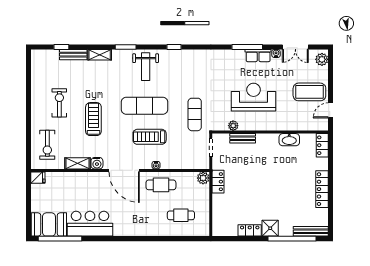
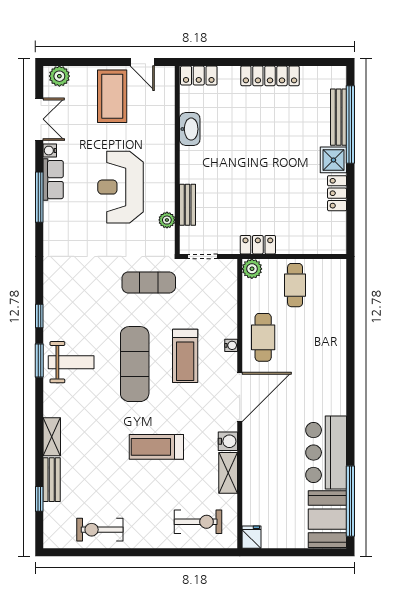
window: (126, 47) -> (39, 361), moved
exercise bike: (59, 103) -> (100, 530), moved
cafe table: (181, 215) -> (295, 285), moved
bench: (311, 231) -> (339, 117), moved

